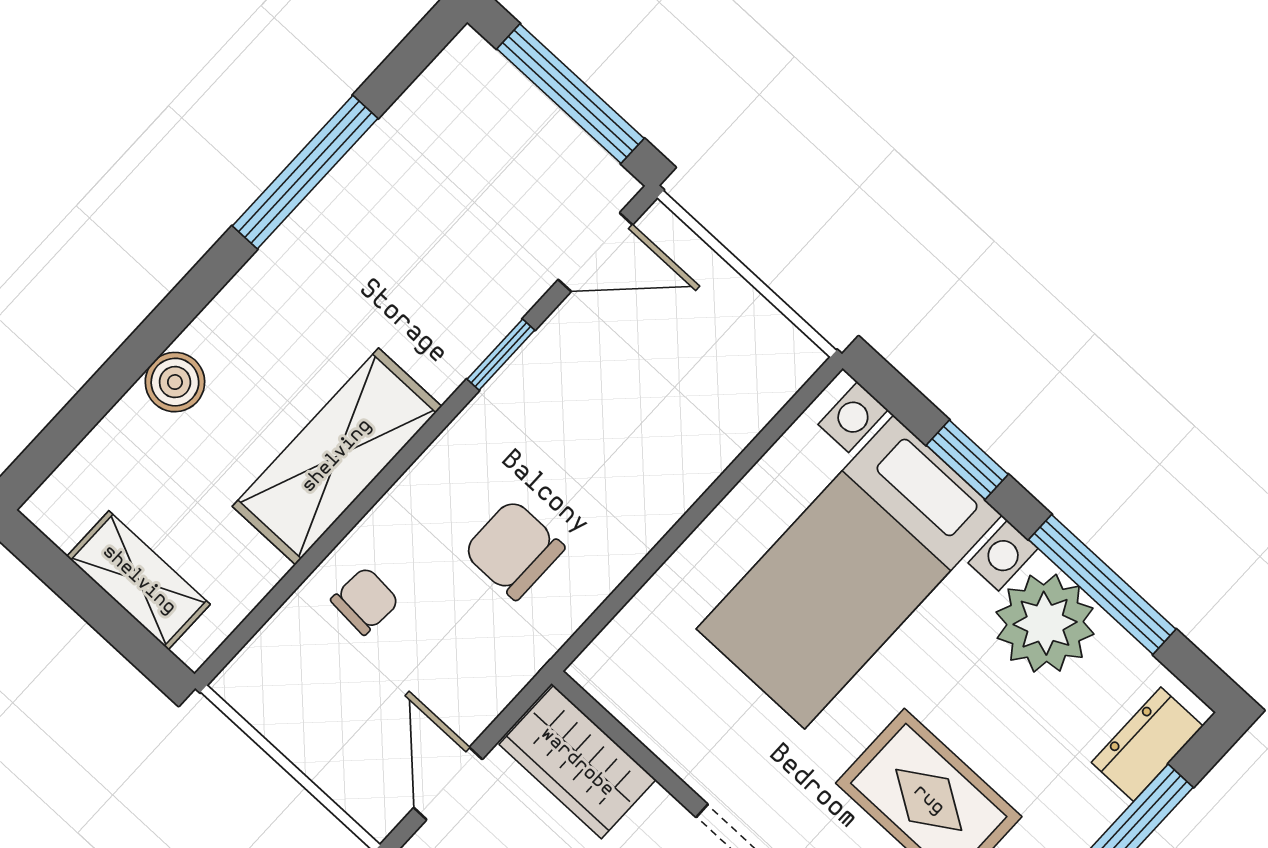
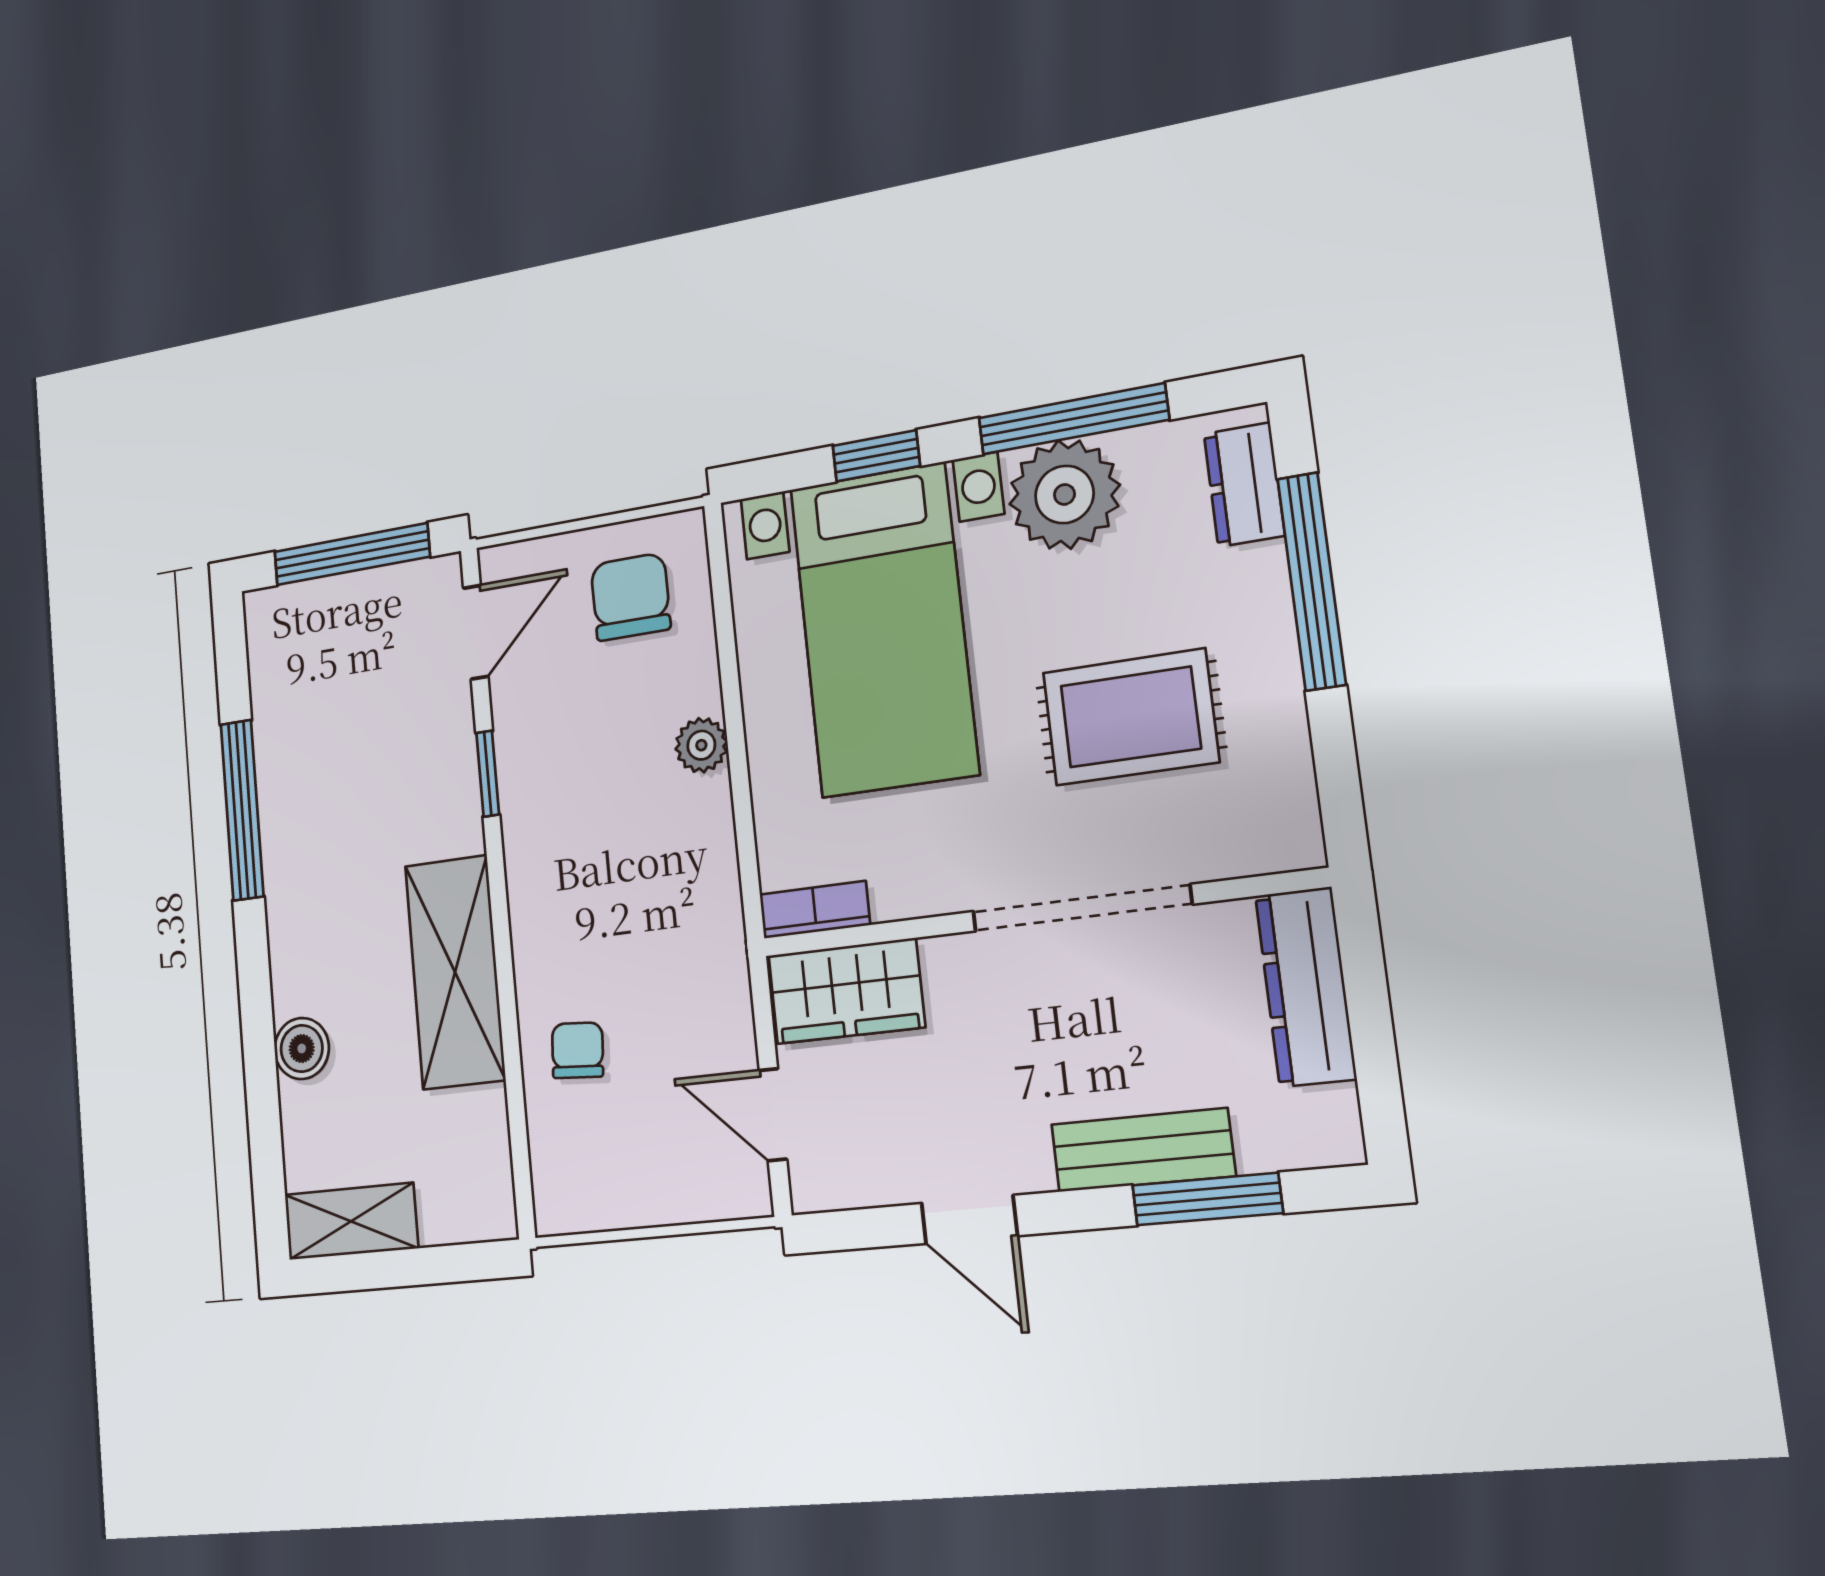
plant: (658, 505) -> (701, 745), added
chair: (514, 550) -> (631, 597), moved, turned 90
shelving: (139, 580) -> (351, 1221), moved
bookcase: (614, 691) -> (815, 910), added

